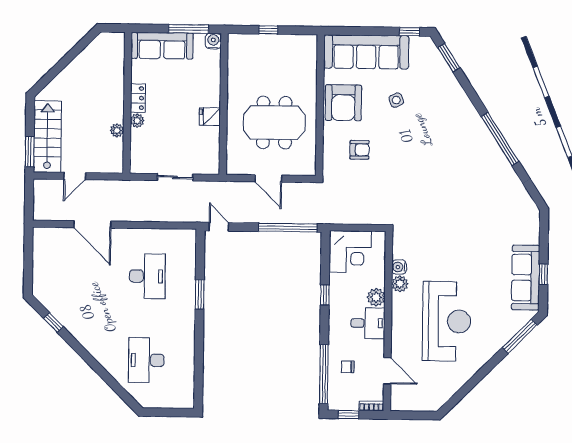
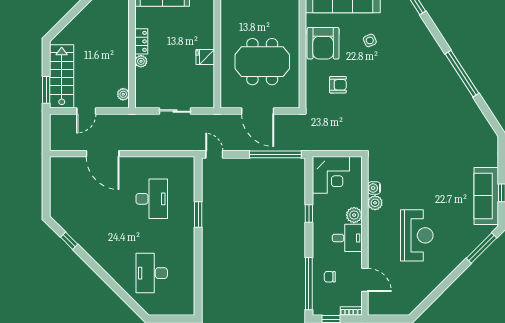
plant: (117, 130) -> (123, 94), moved
door: (268, 178) -> (258, 111), width x1.36
reception desk: (447, 321) -> (417, 235), width x0.74, depth x0.77

